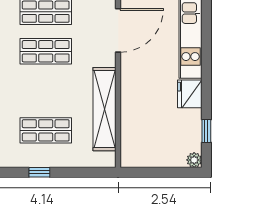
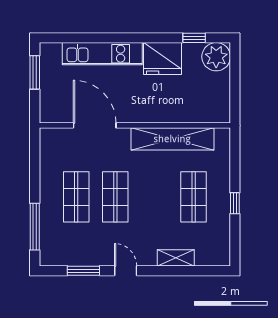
fridge: (190, 94) -> (162, 59), width x1.36, depth x1.34
plant: (194, 160) -> (216, 57), width x1.88, depth x1.88

